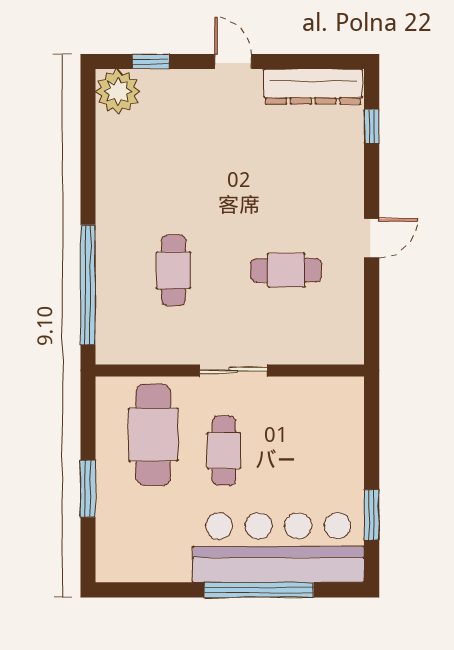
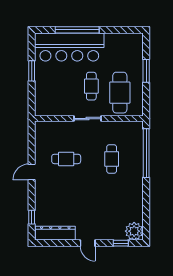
window: (372, 515) -> (32, 71), moved

